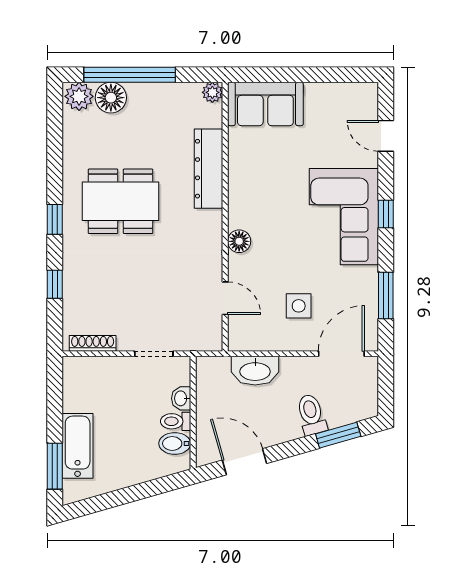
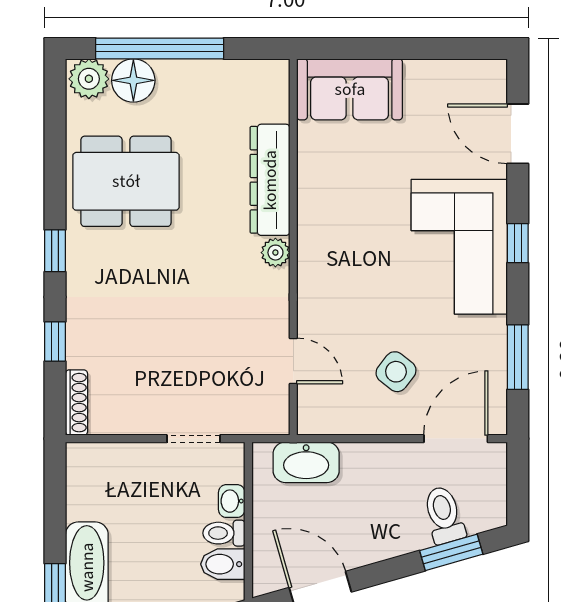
plant: (212, 92) -> (275, 253), moved
door: (386, 136) -> (518, 134), width x1.38
dining table: (120, 201) -> (126, 181), moved
floor lamp: (239, 241) -> (313, 281), removed
side table: (299, 306) -> (396, 372), turned 38
shoe rack: (93, 343) -> (76, 403), moved, turned 90
washbasin: (255, 371) -> (306, 462), moved
toilet: (311, 414) -> (444, 515), moved

